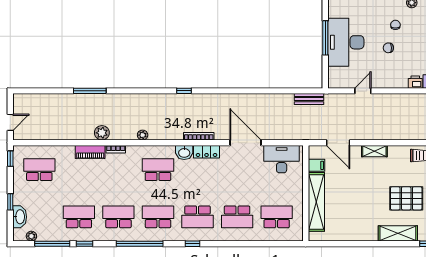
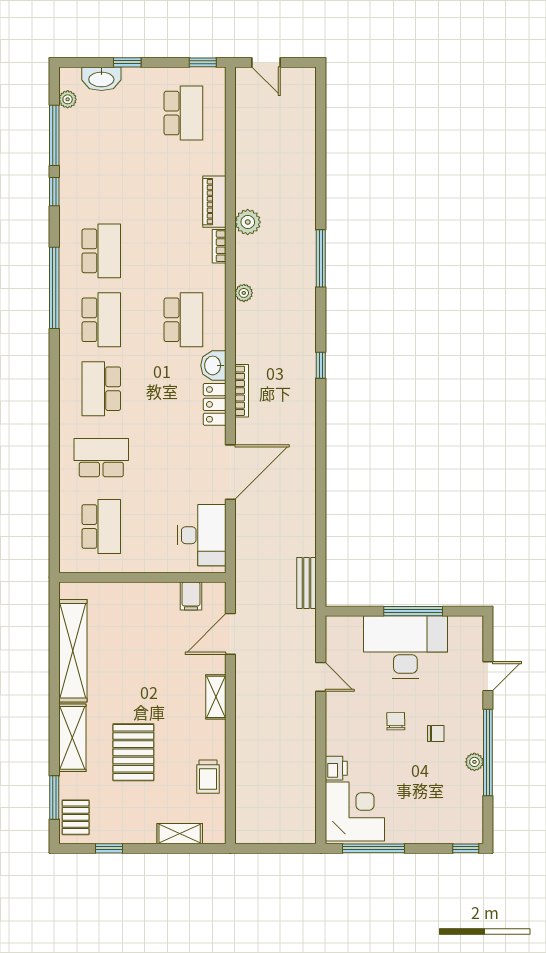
window: (90, 91) -> (321, 258), moved
shelving: (316, 202) -> (73, 651), moved, turned 90
school desk: (79, 217) -> (101, 182), removed
school desk: (237, 217) -> (101, 458), turned 90
window: (192, 244) -> (54, 380), removed

